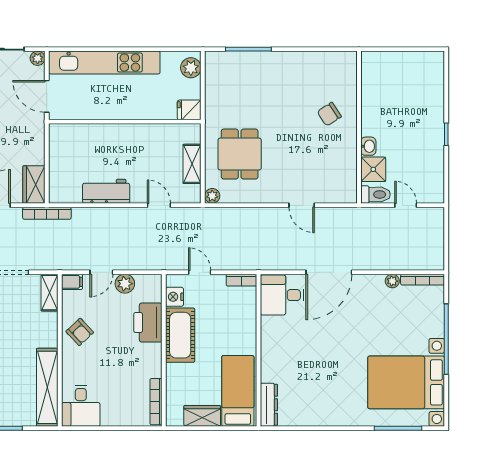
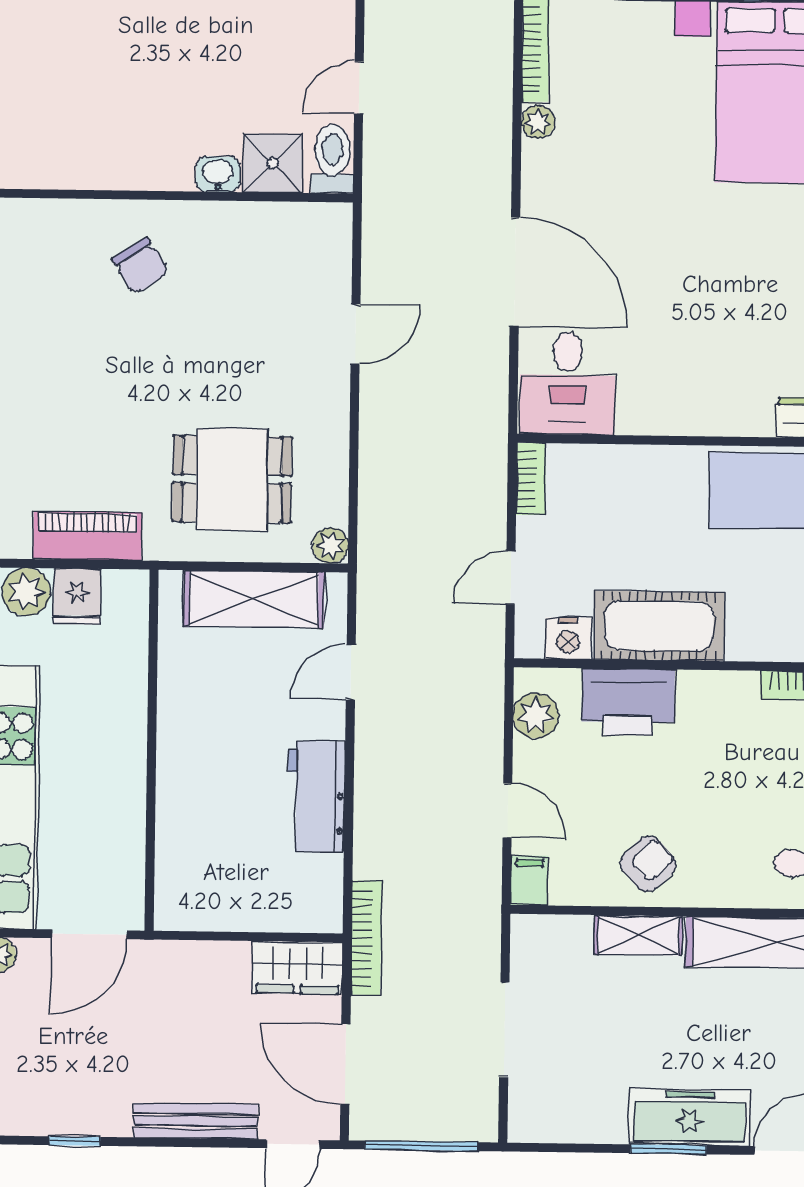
piano: (215, 93) -> (88, 536), added
fridge: (189, 110) -> (77, 597), moved
shelving: (192, 164) -> (254, 599), width x1.50, depth x1.33
plant: (125, 284) -> (536, 716), moved
shelving: (50, 293) -> (638, 935), moved

